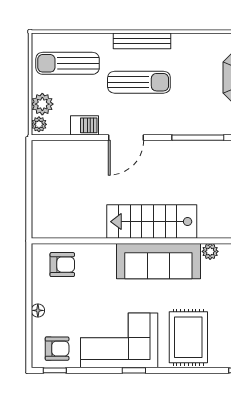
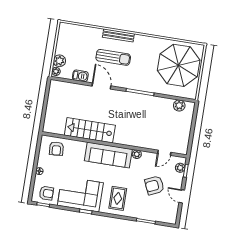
sun lounger: (68, 63) -> (77, 41), removed
door: (126, 138) -> (101, 86), swing flipped
stairs: (152, 222) -> (90, 130), moved
armchair: (62, 265) -> (56, 149), turned 85
rug: (188, 337) -> (118, 198), width x0.73, depth x0.70

